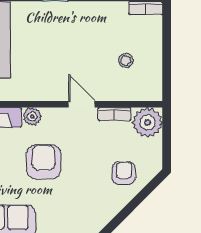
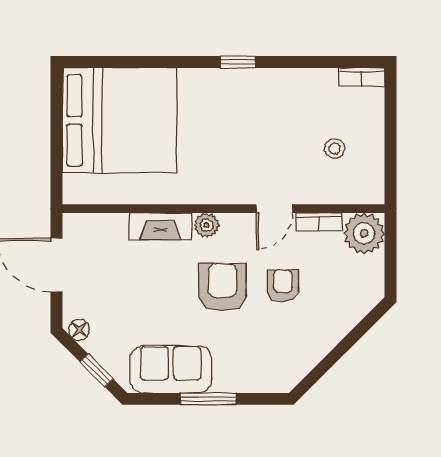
door: (82, 104) -> (274, 209), swing flipped
armchair: (124, 173) -> (283, 286), moved

